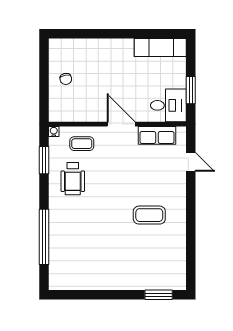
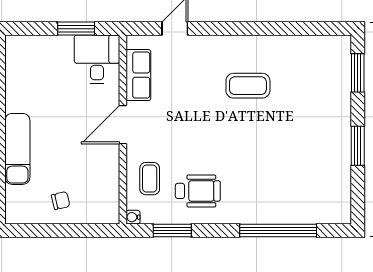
exam couch: (160, 47) -> (17, 149), moved
coffee table: (149, 215) -> (248, 86), turned 90
window: (106, 295) -> (358, 146), added

